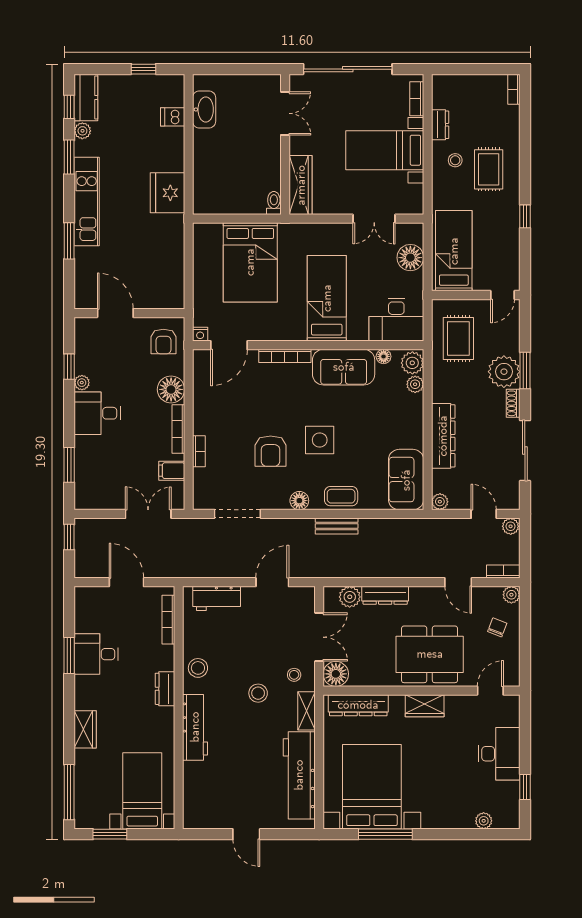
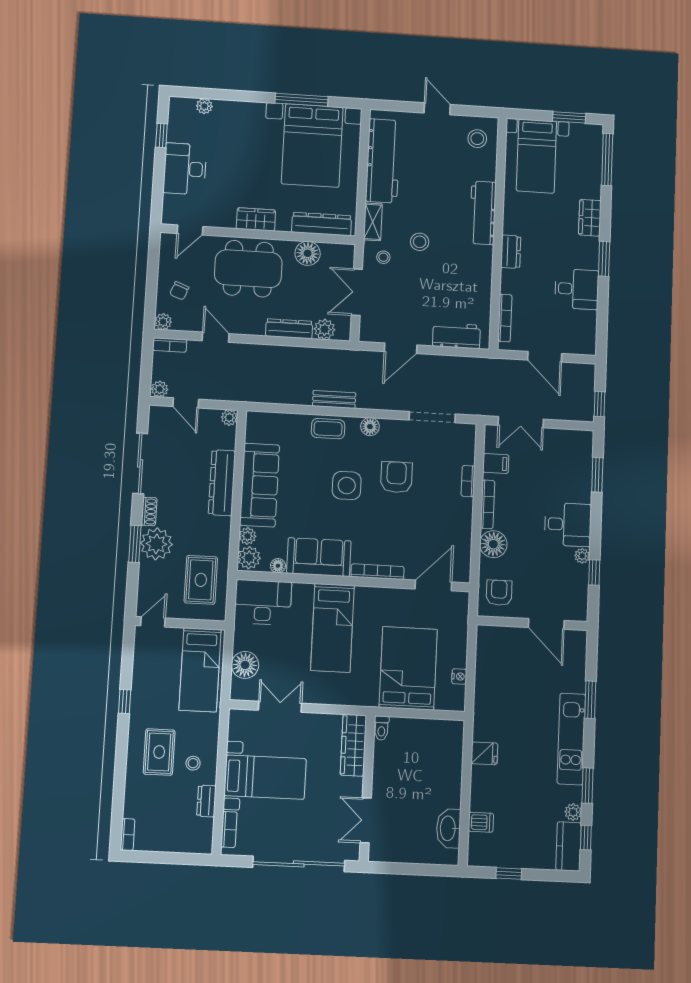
fridge: (168, 193) -> (484, 753), width x0.53, depth x0.75
nightstand: (200, 334) -> (459, 676), moved, turned 90
sofa: (406, 480) -> (260, 485), moved, width x1.36
window: (69, 655) -> (604, 259), moved
stool: (198, 668) -> (477, 139), moved
floor lamp: (336, 674) -> (308, 253), moved

